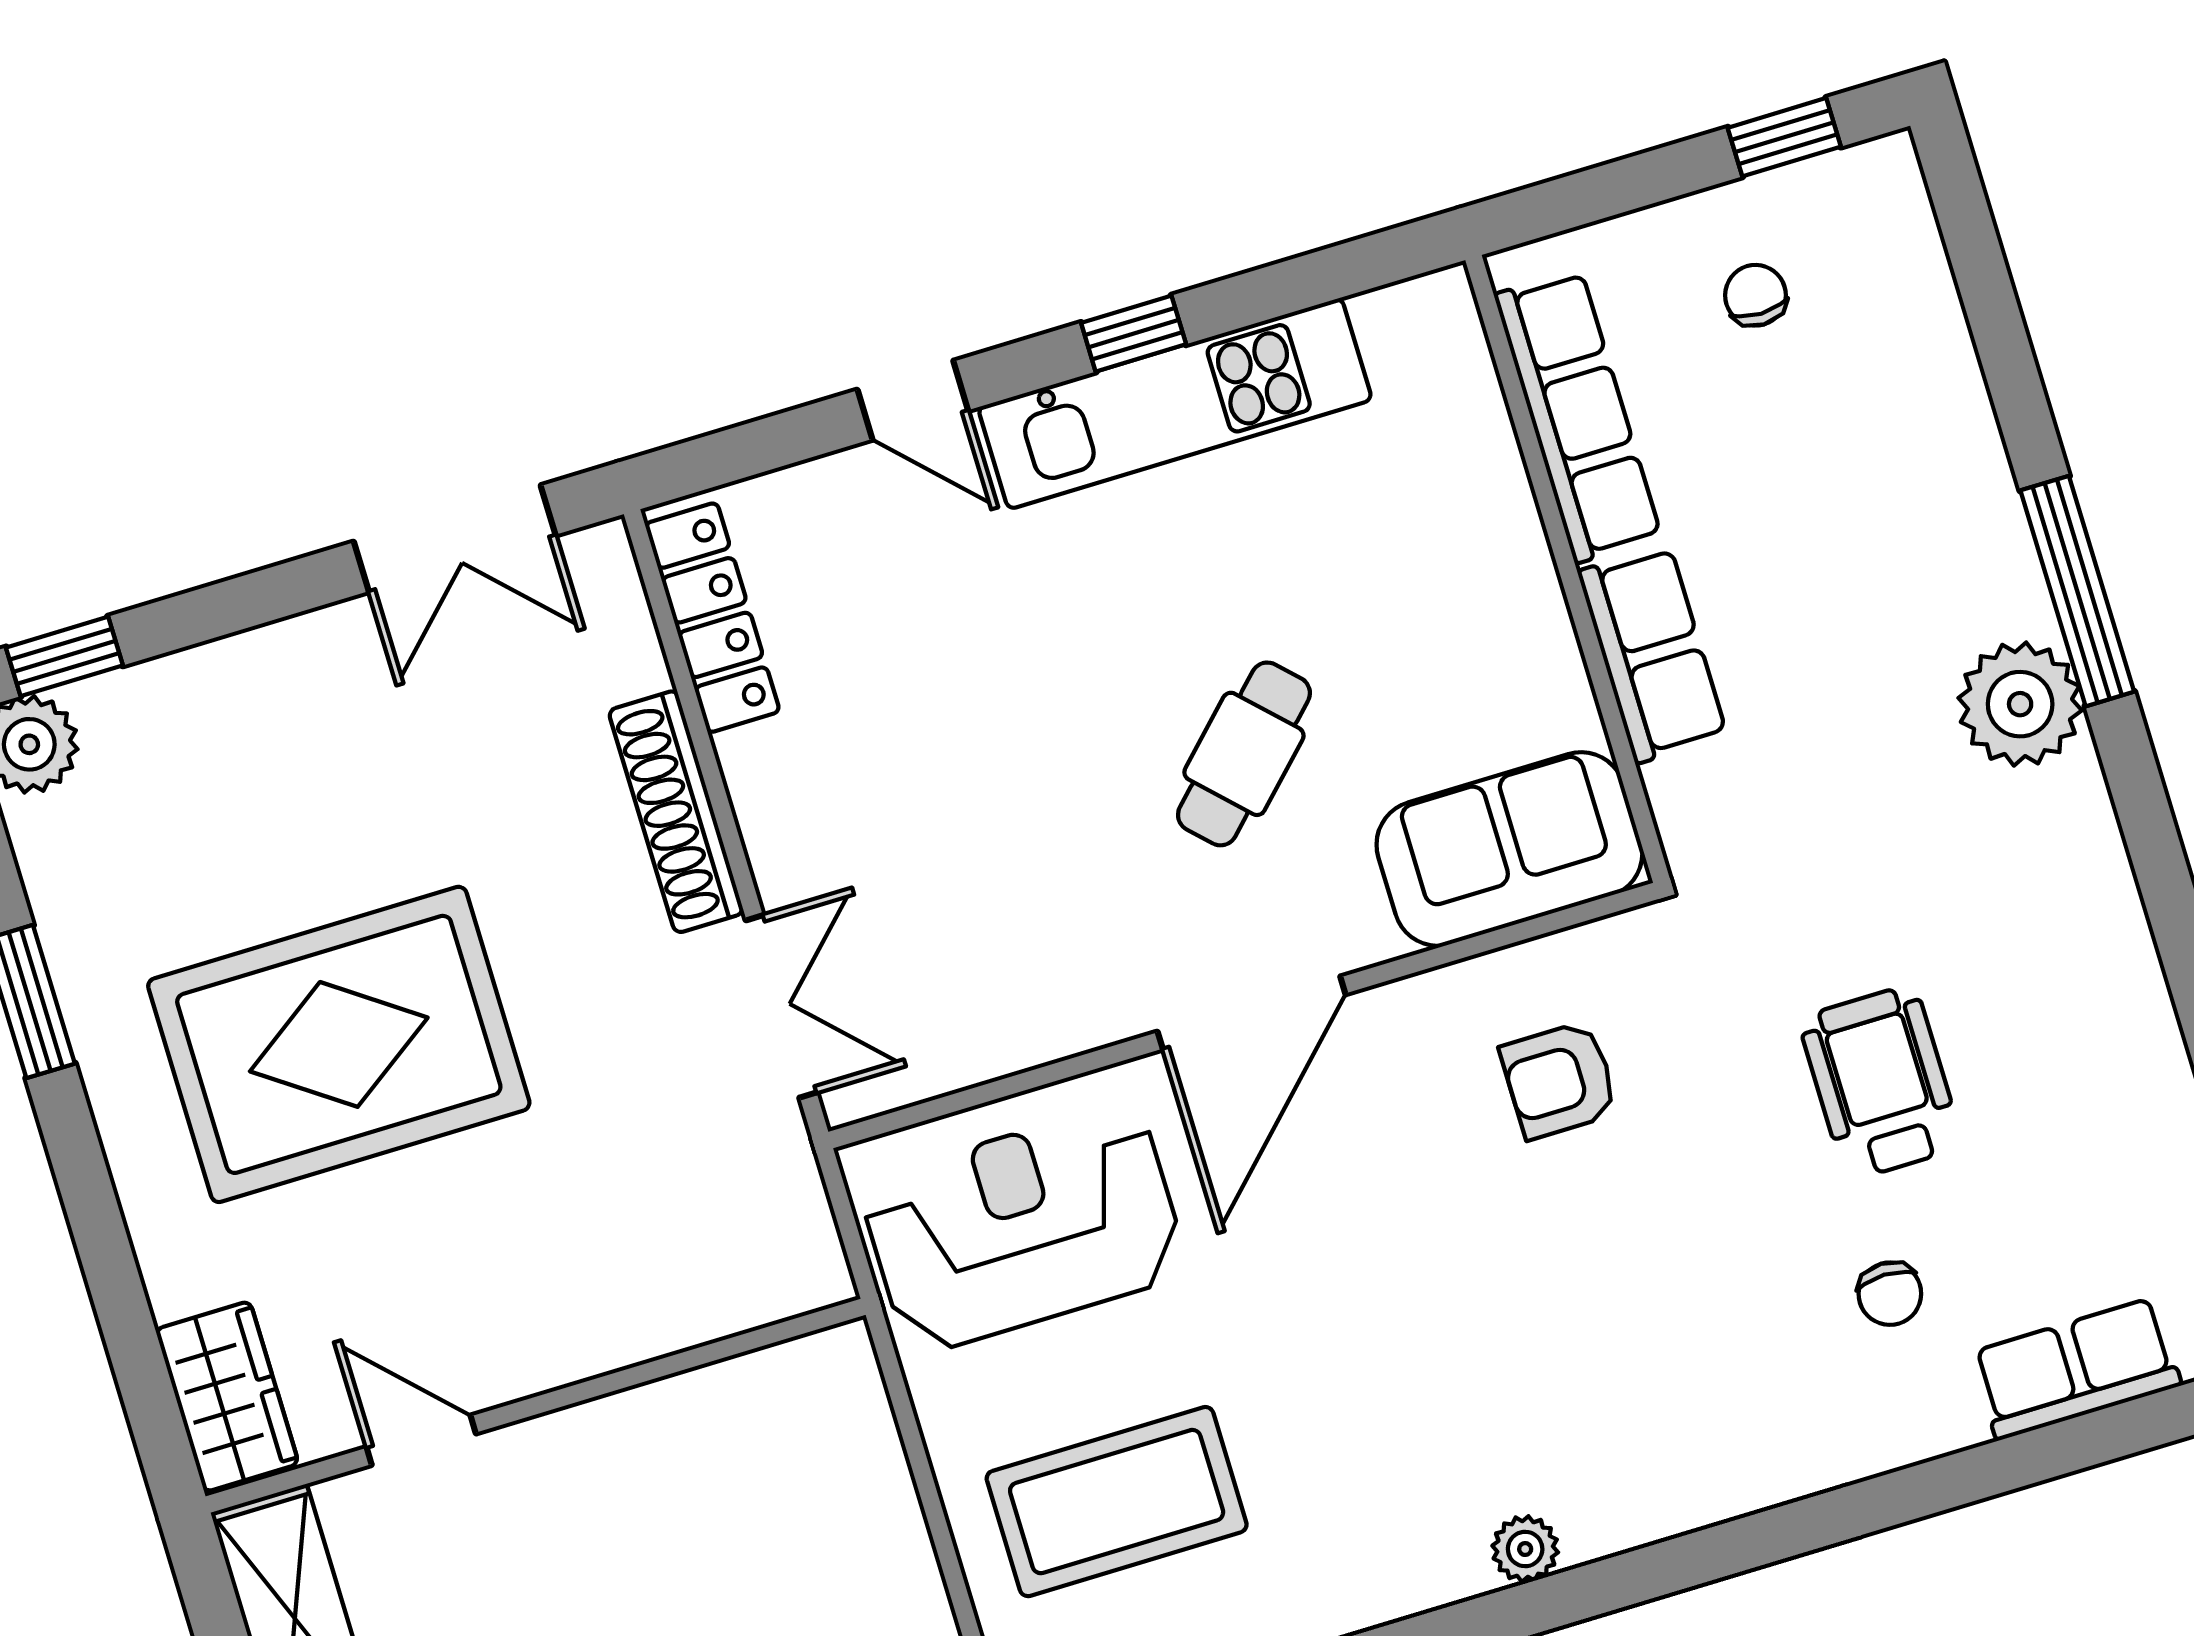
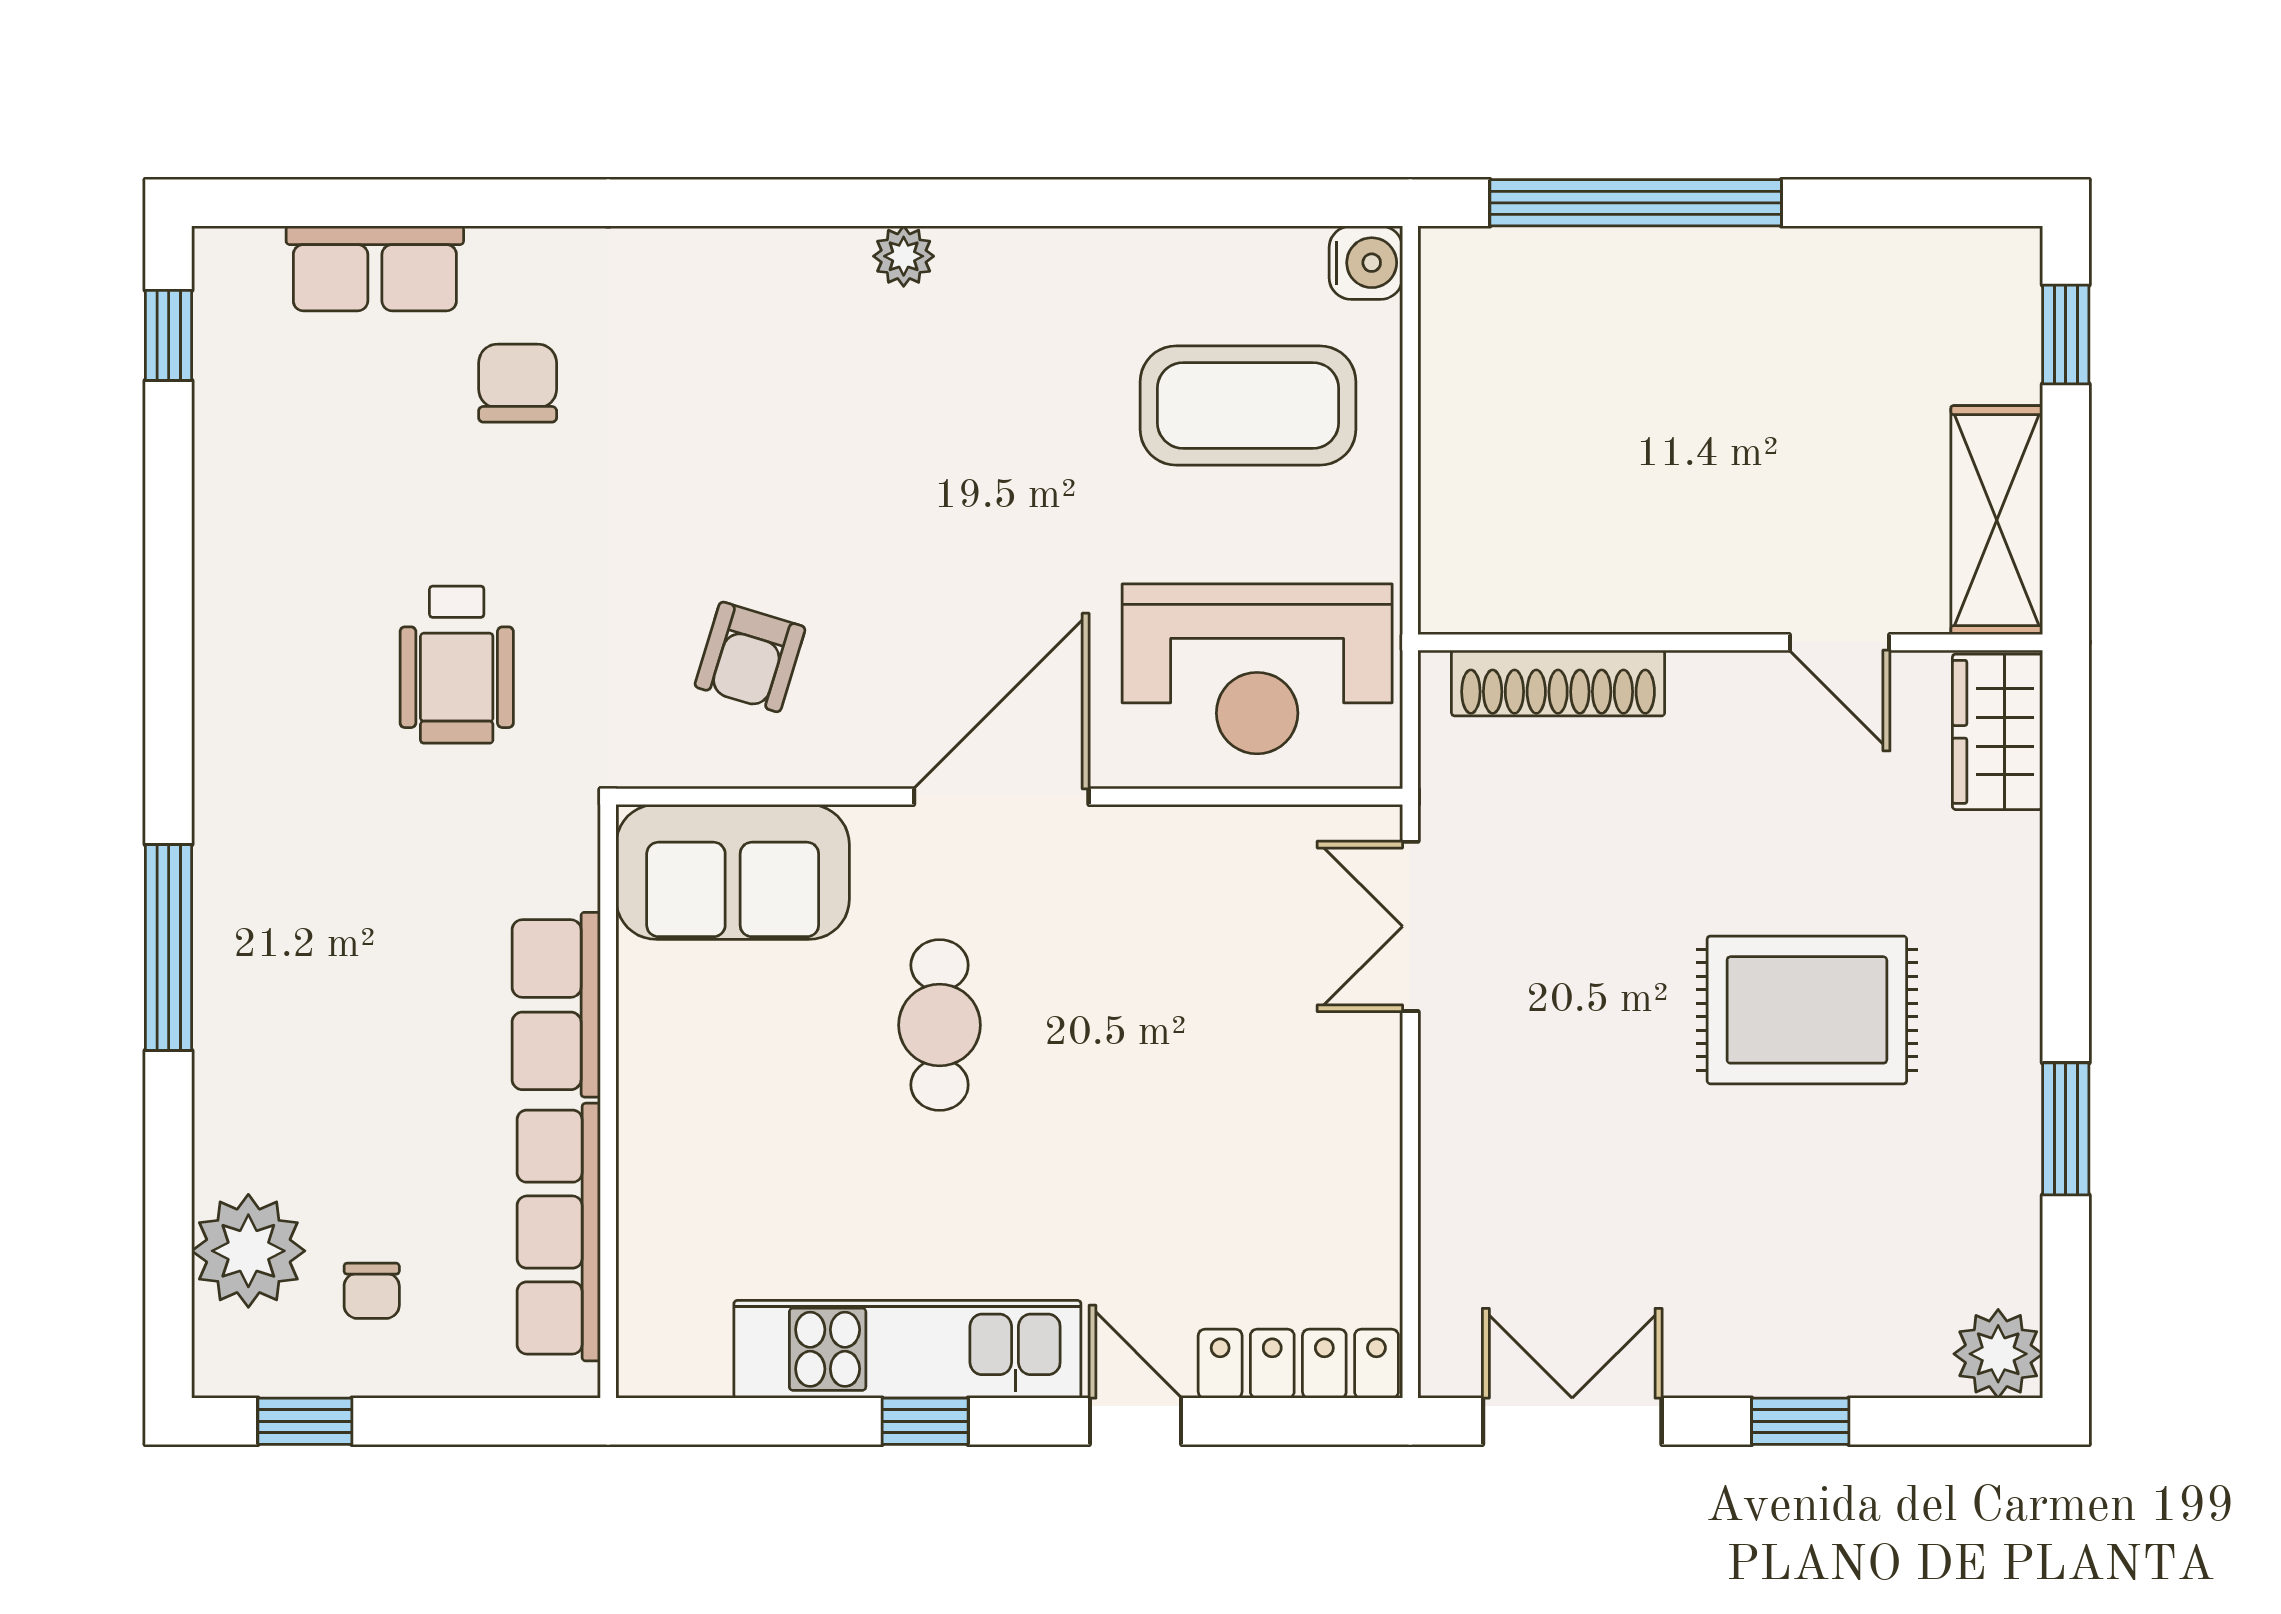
locker: (712, 618) -> (1298, 1364), moved, turned 90
window: (64, 656) -> (1800, 1421), moved
plant: (2020, 704) -> (248, 1251), moved
cafe table: (1244, 754) -> (940, 1025), turned -45
shoe rack: (676, 812) -> (1558, 683), moved, turned 90
rug: (339, 1044) -> (1807, 1010), width x0.73, depth x0.69
armchair: (1559, 1080) -> (750, 657), turned 107
wheelchair: (1881, 1082) -> (457, 665), moved
chair: (1890, 1294) -> (518, 383), width x1.37, depth x1.37

